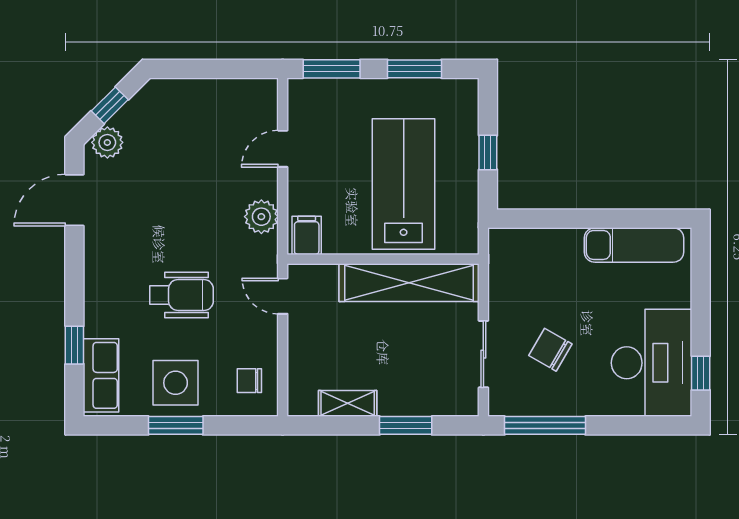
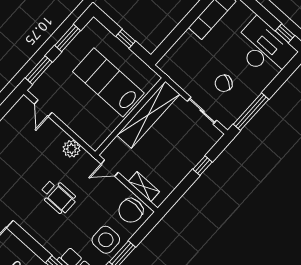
door: (283, 149) -> (43, 108), moved
filing cabinet: (307, 235) -> (94, 138), removed
wheelchair: (181, 295) -> (58, 196), moved, turned 90
chair: (249, 381) -> (131, 210), width x1.87, depth x1.87
shelving: (348, 403) -> (144, 187), moved, turned 90
window: (406, 425) -> (203, 166), width x0.67

